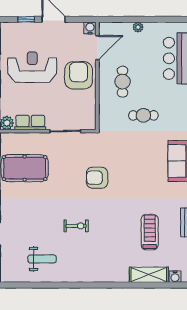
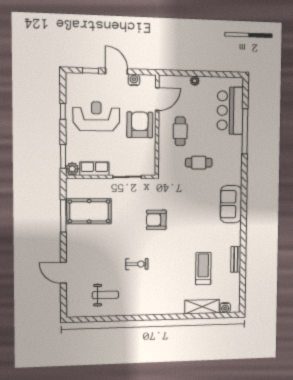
water cooler: (90, 28) -> (134, 80), moved

